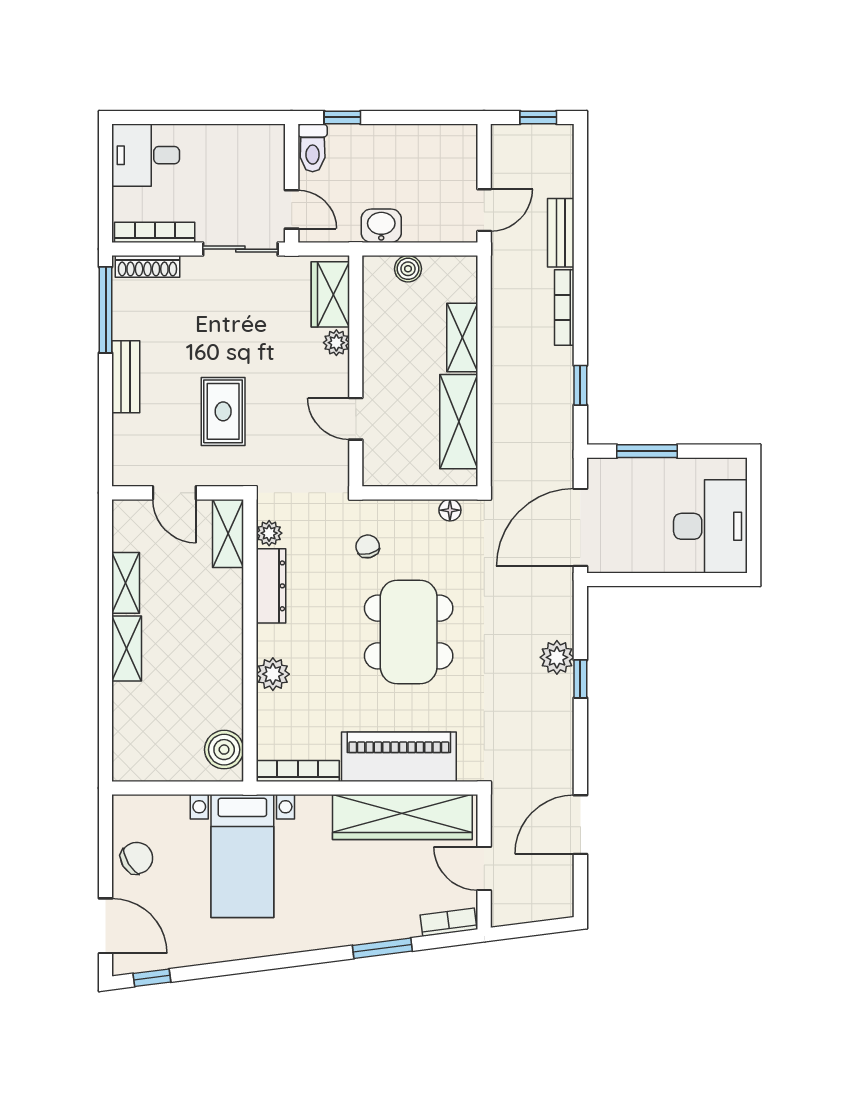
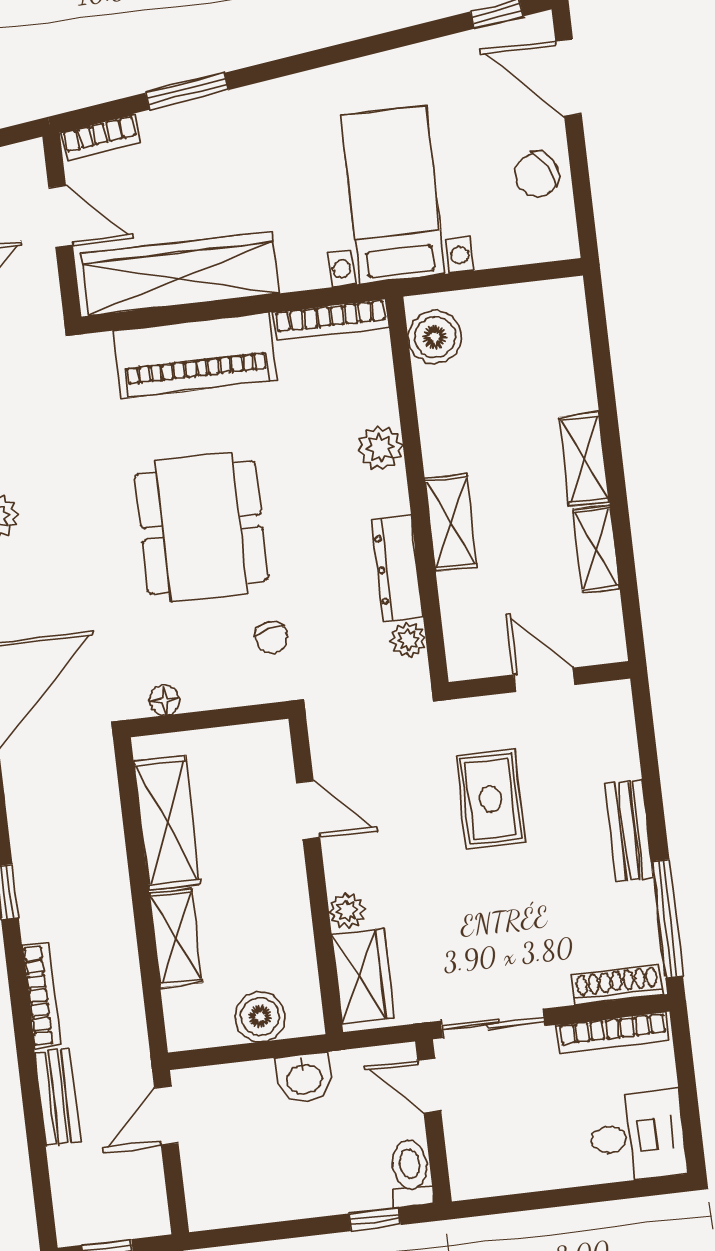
boiler: (408, 269) -> (260, 1017), width x1.36, depth x1.36
shelving: (228, 533) -> (451, 523), moved

